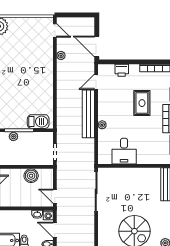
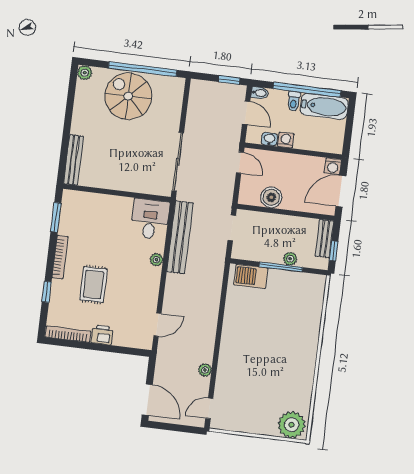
door: (55, 30) -> (209, 408), hinge flipped
door: (97, 46) -> (147, 400), moved
printer: (122, 70) -> (102, 335), moved
bench: (88, 114) -> (180, 237), moved
desk: (124, 151) -> (150, 219), moved
washing machine: (48, 215) -> (286, 140), moved

